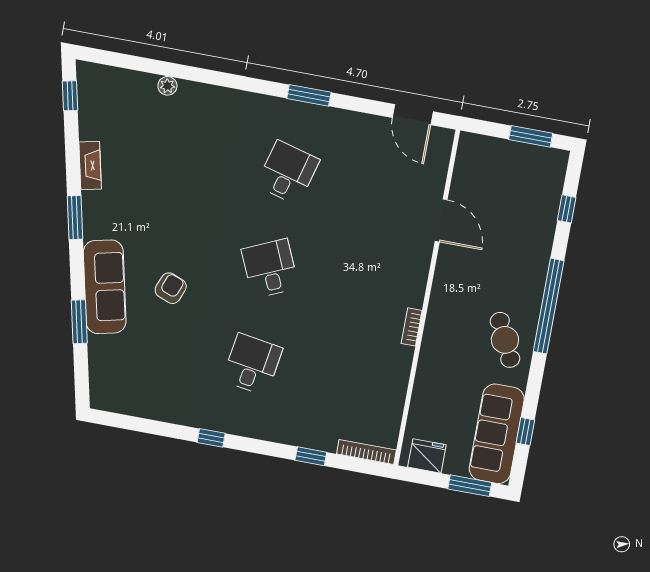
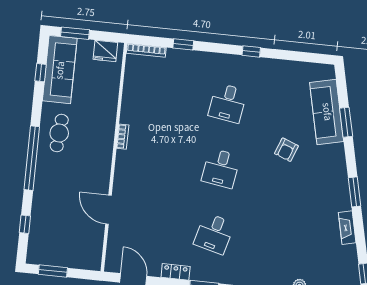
locker: (349, 121) -> (176, 272), added
desk: (270, 268) -> (221, 168), turned 33
sofa: (105, 287) -> (327, 112), moved
cafe table: (505, 340) -> (59, 133), turned 31

